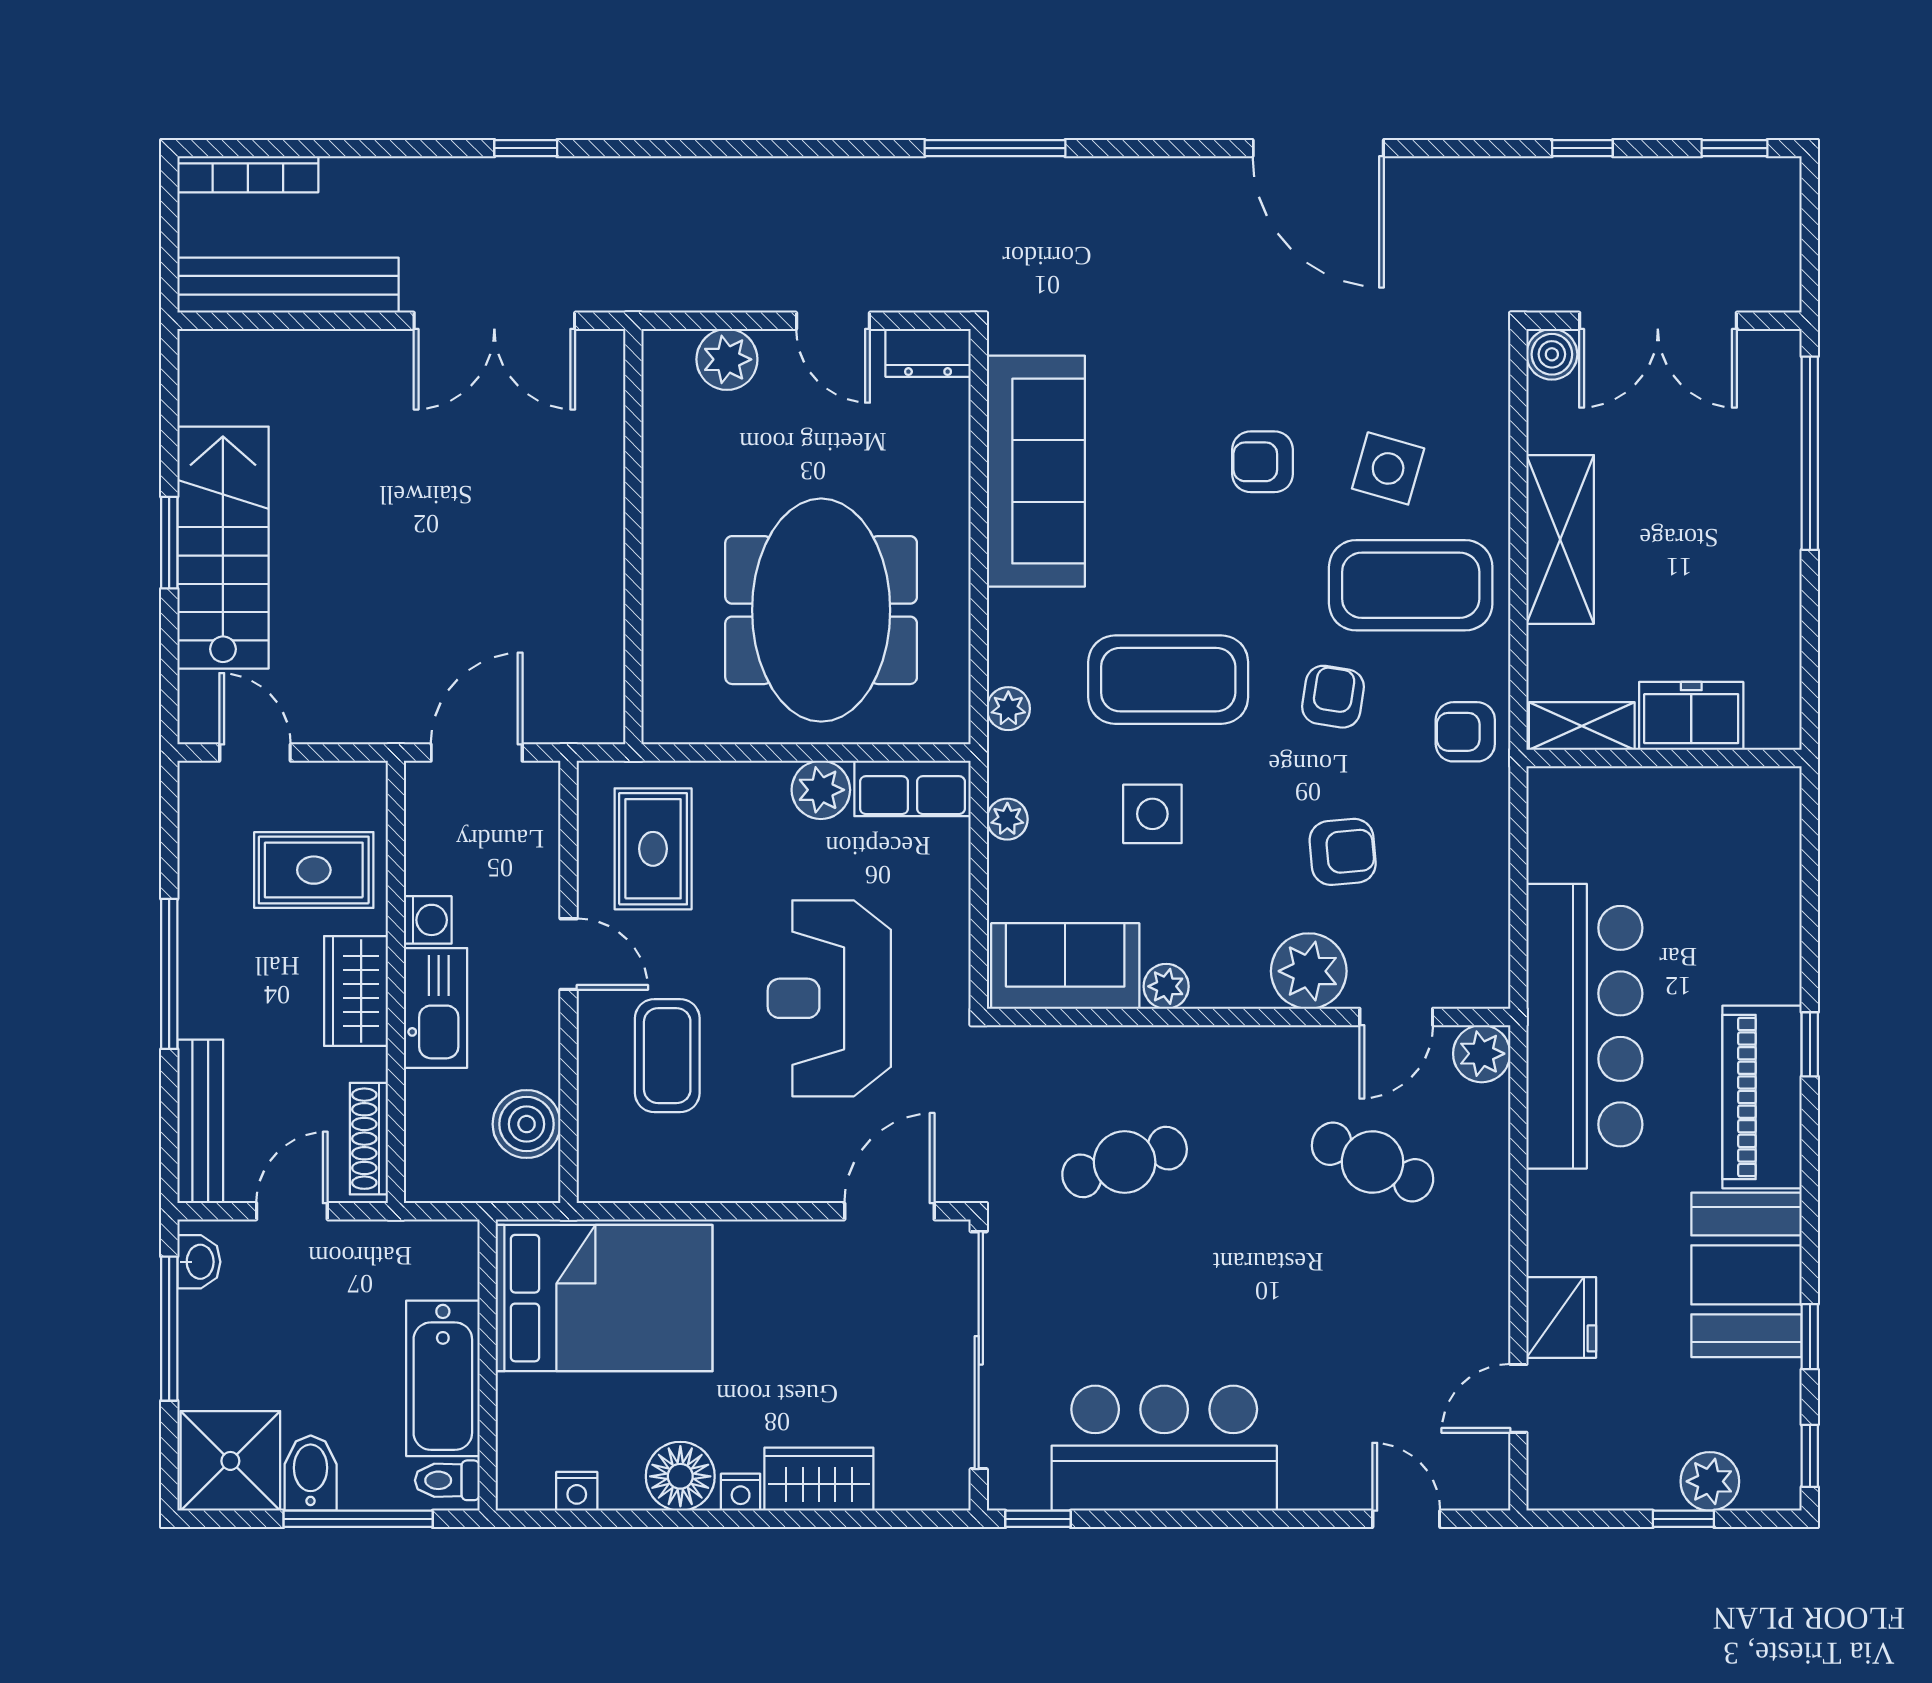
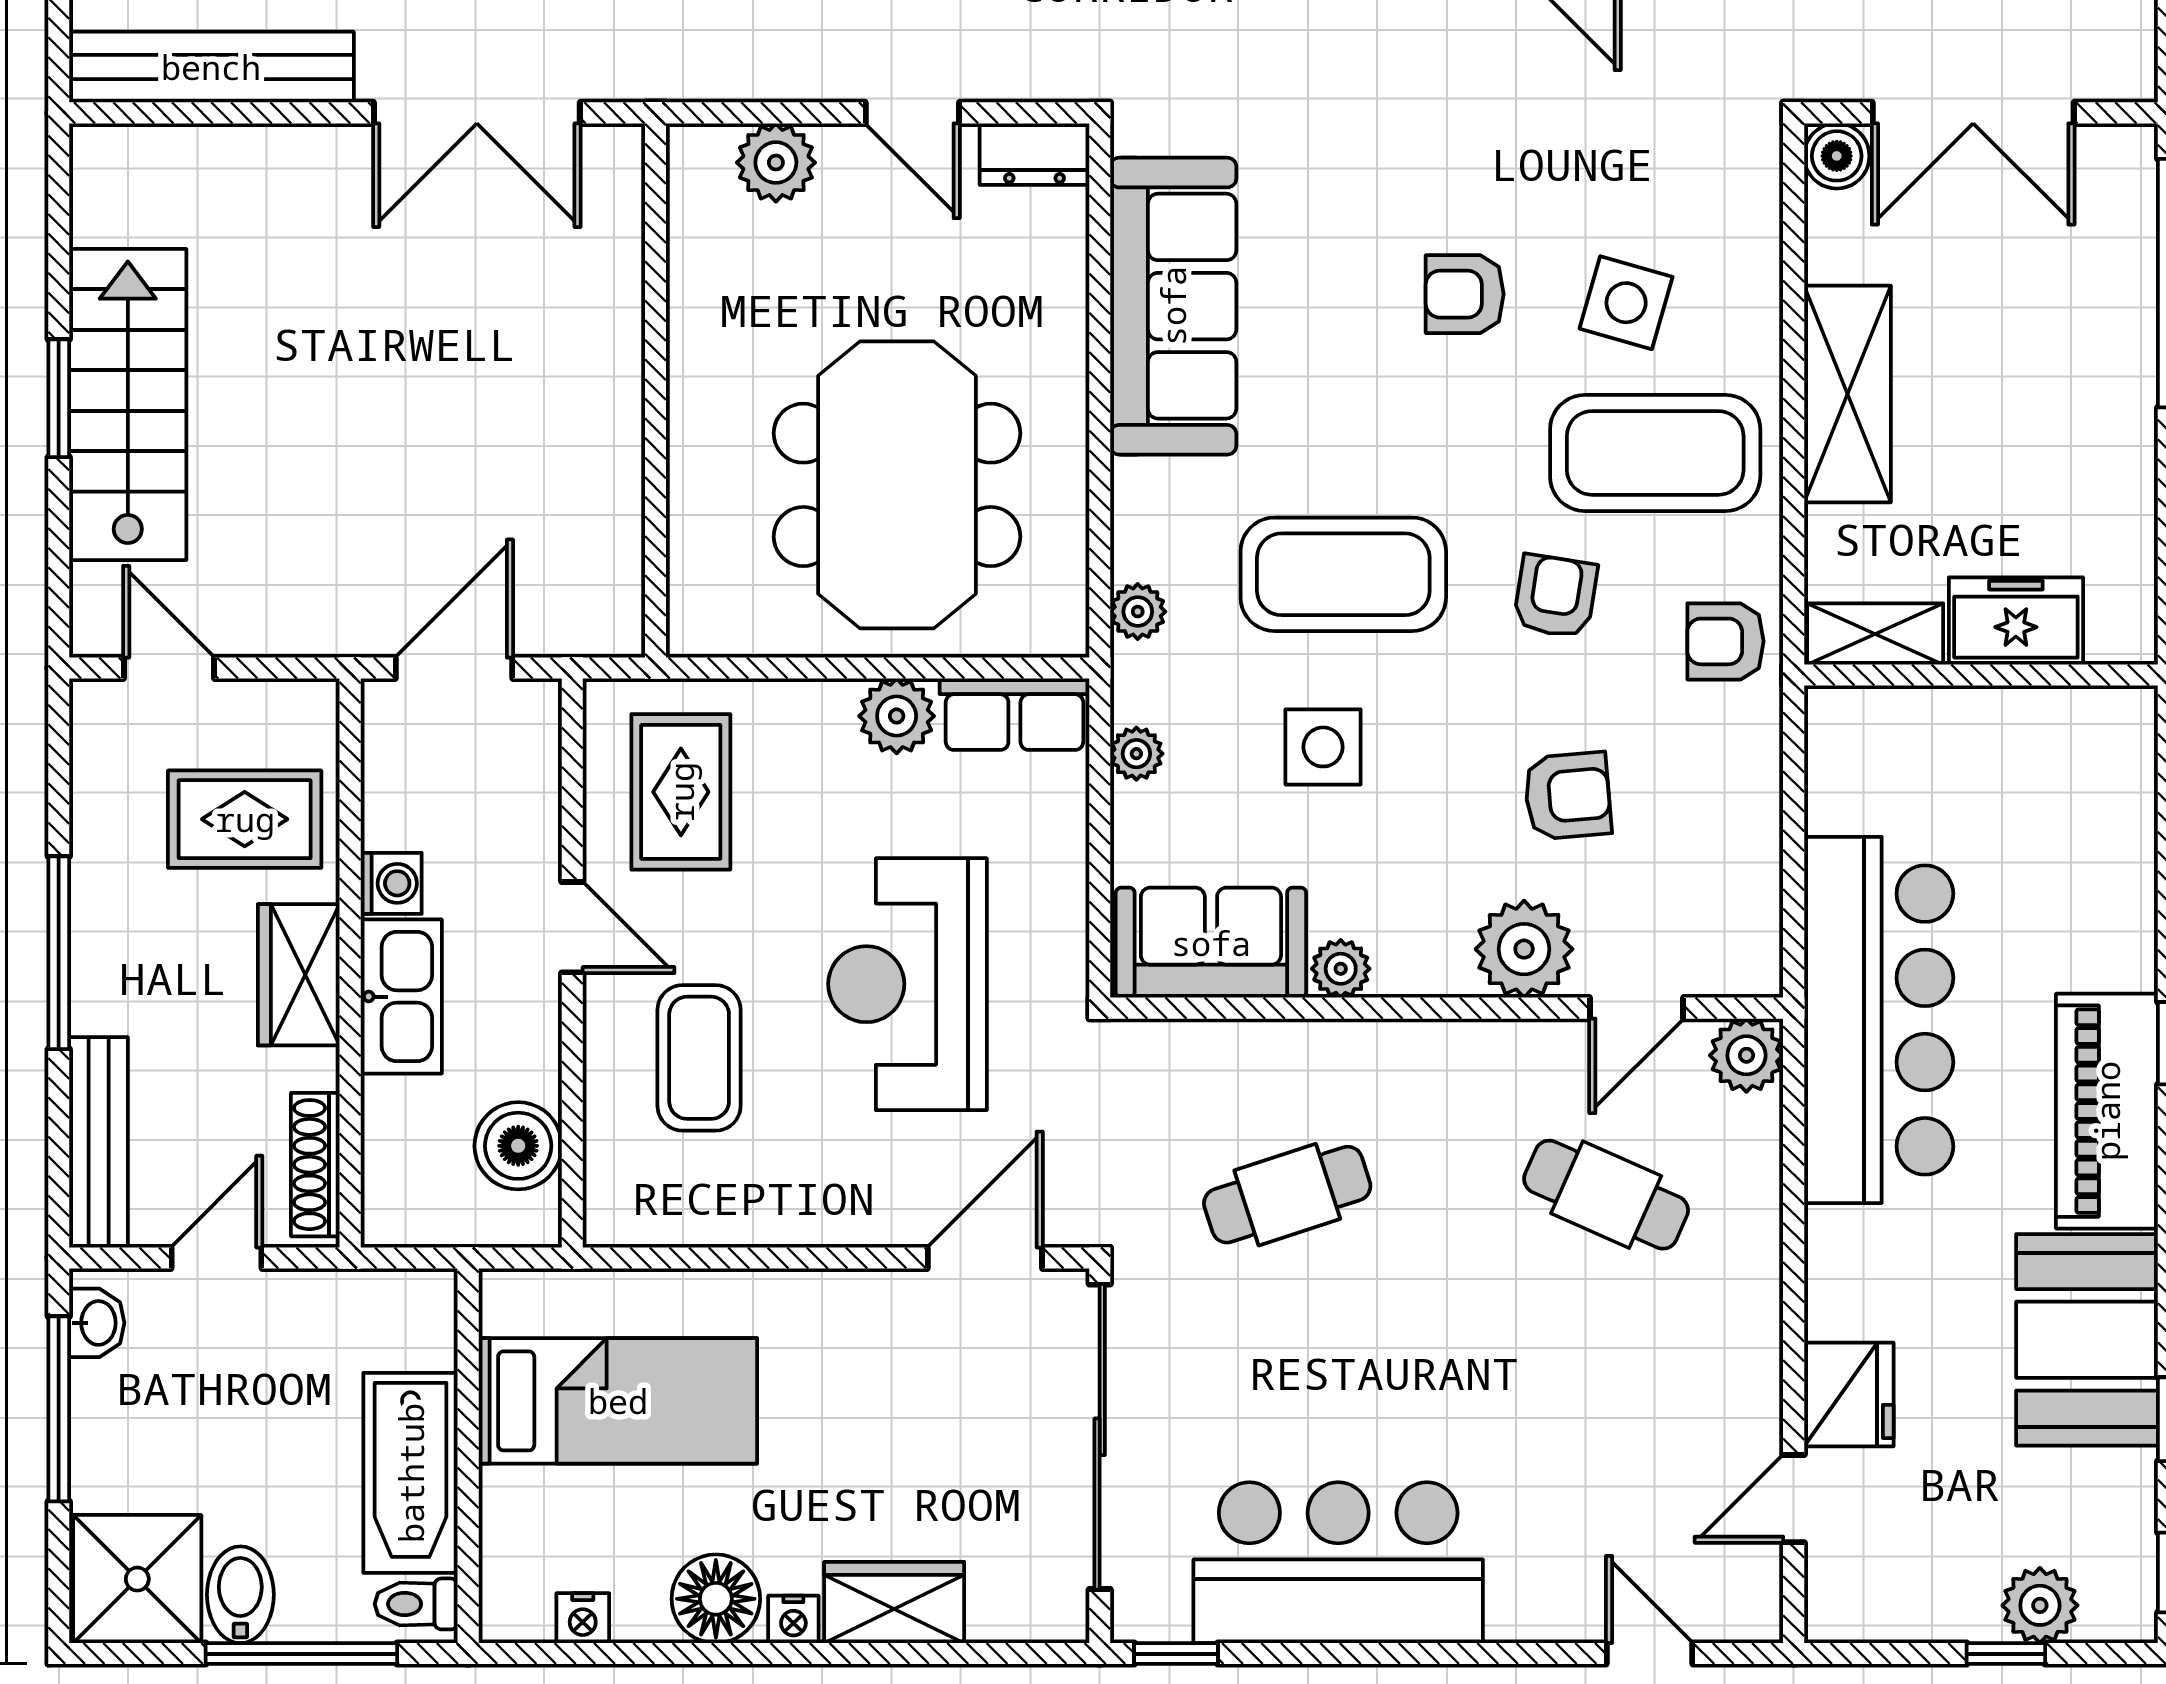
bed: (604, 1298) -> (618, 1401), width x0.67

